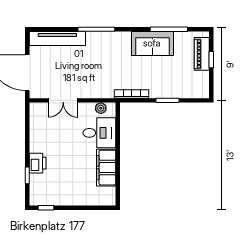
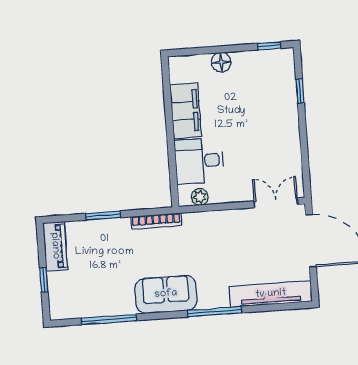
sofa: (152, 43) -> (166, 294), moved
piano: (202, 54) -> (55, 246), moved
double door: (63, 100) -> (276, 203), moved
printer: (38, 163) -> (286, 110), removed
floor lamp: (79, 199) -> (221, 62), added

